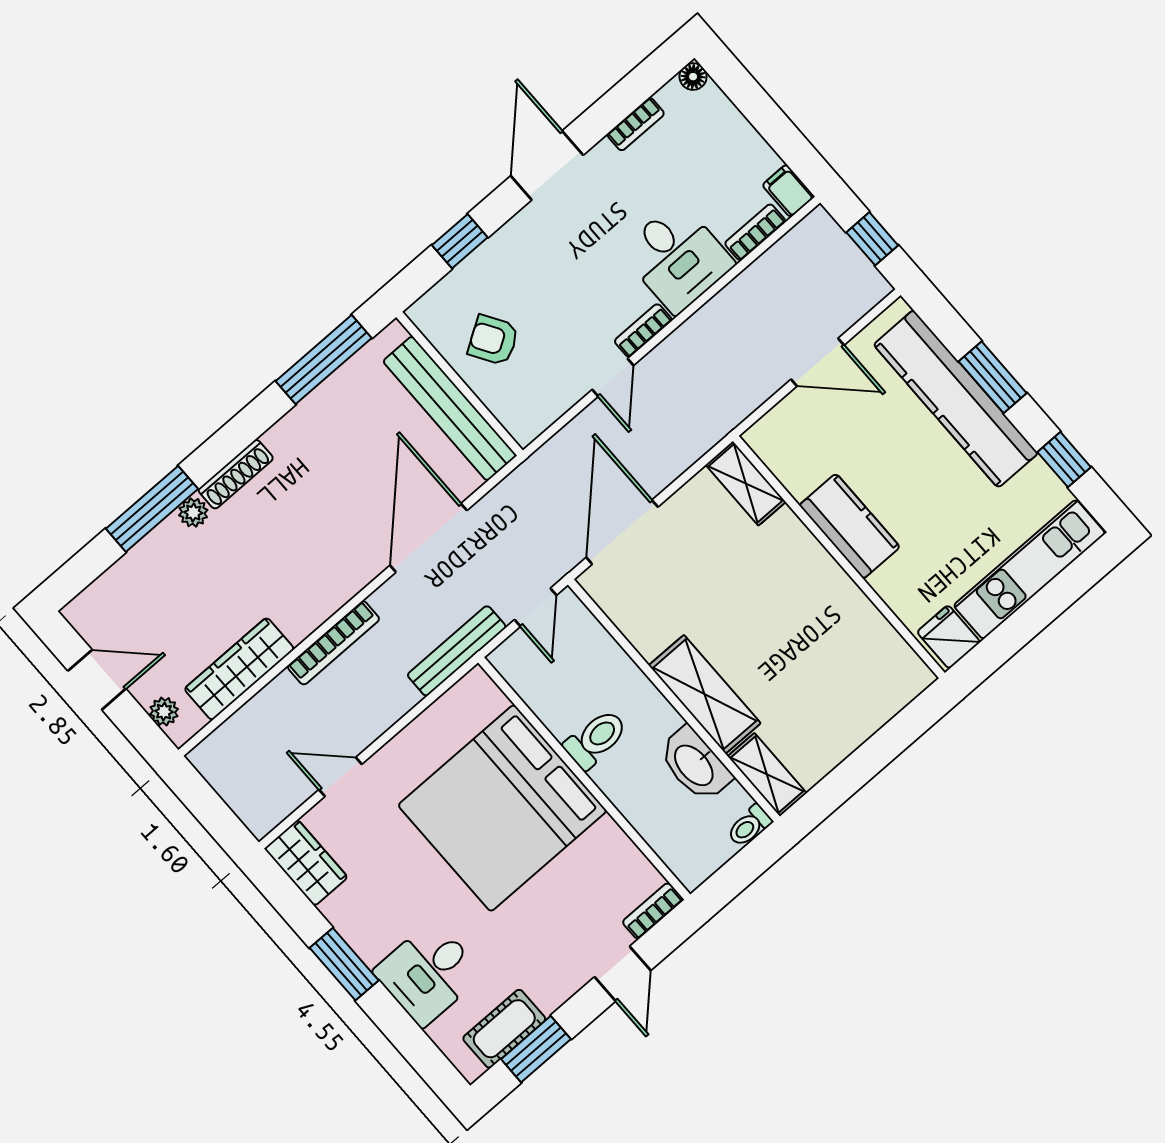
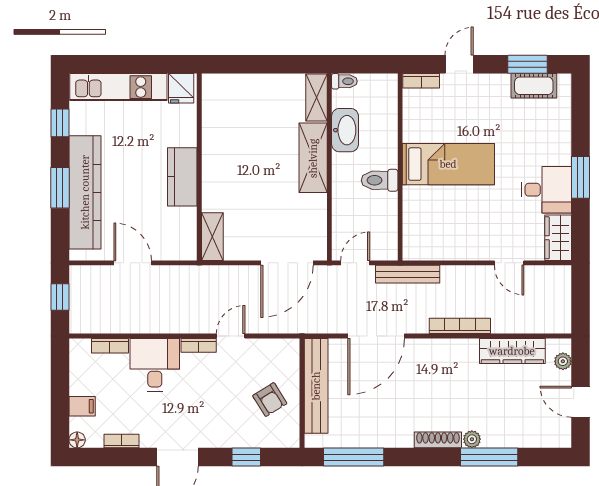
filing cabinet: (788, 191) -> (82, 406), moved, turned -90
bed: (502, 808) -> (448, 164), width x0.49
desk: (428, 973) -> (546, 190), moved

